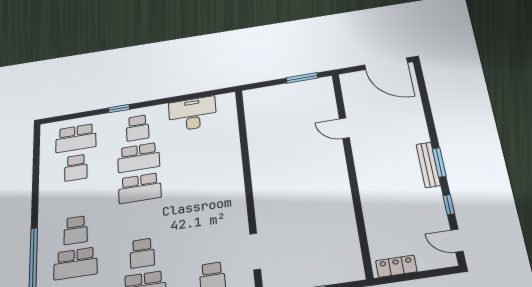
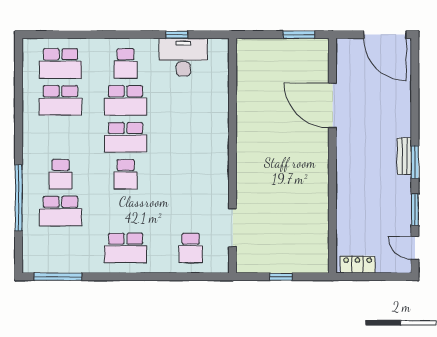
window: (119, 109) -> (177, 35), moved
door: (344, 128) -> (332, 106), width x1.87
bench: (428, 165) -> (404, 156), width x0.73
school desk: (76, 168) -> (60, 100), width x1.85
window: (449, 205) -> (415, 210), width x1.50
school desk: (142, 253) -> (126, 174), moved

